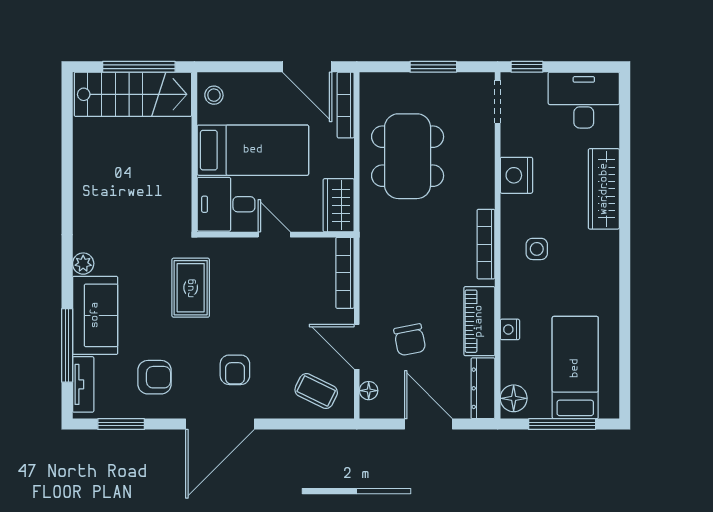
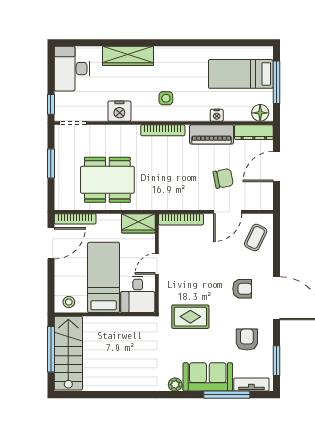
floor lamp: (369, 391) -> (255, 204), removed

